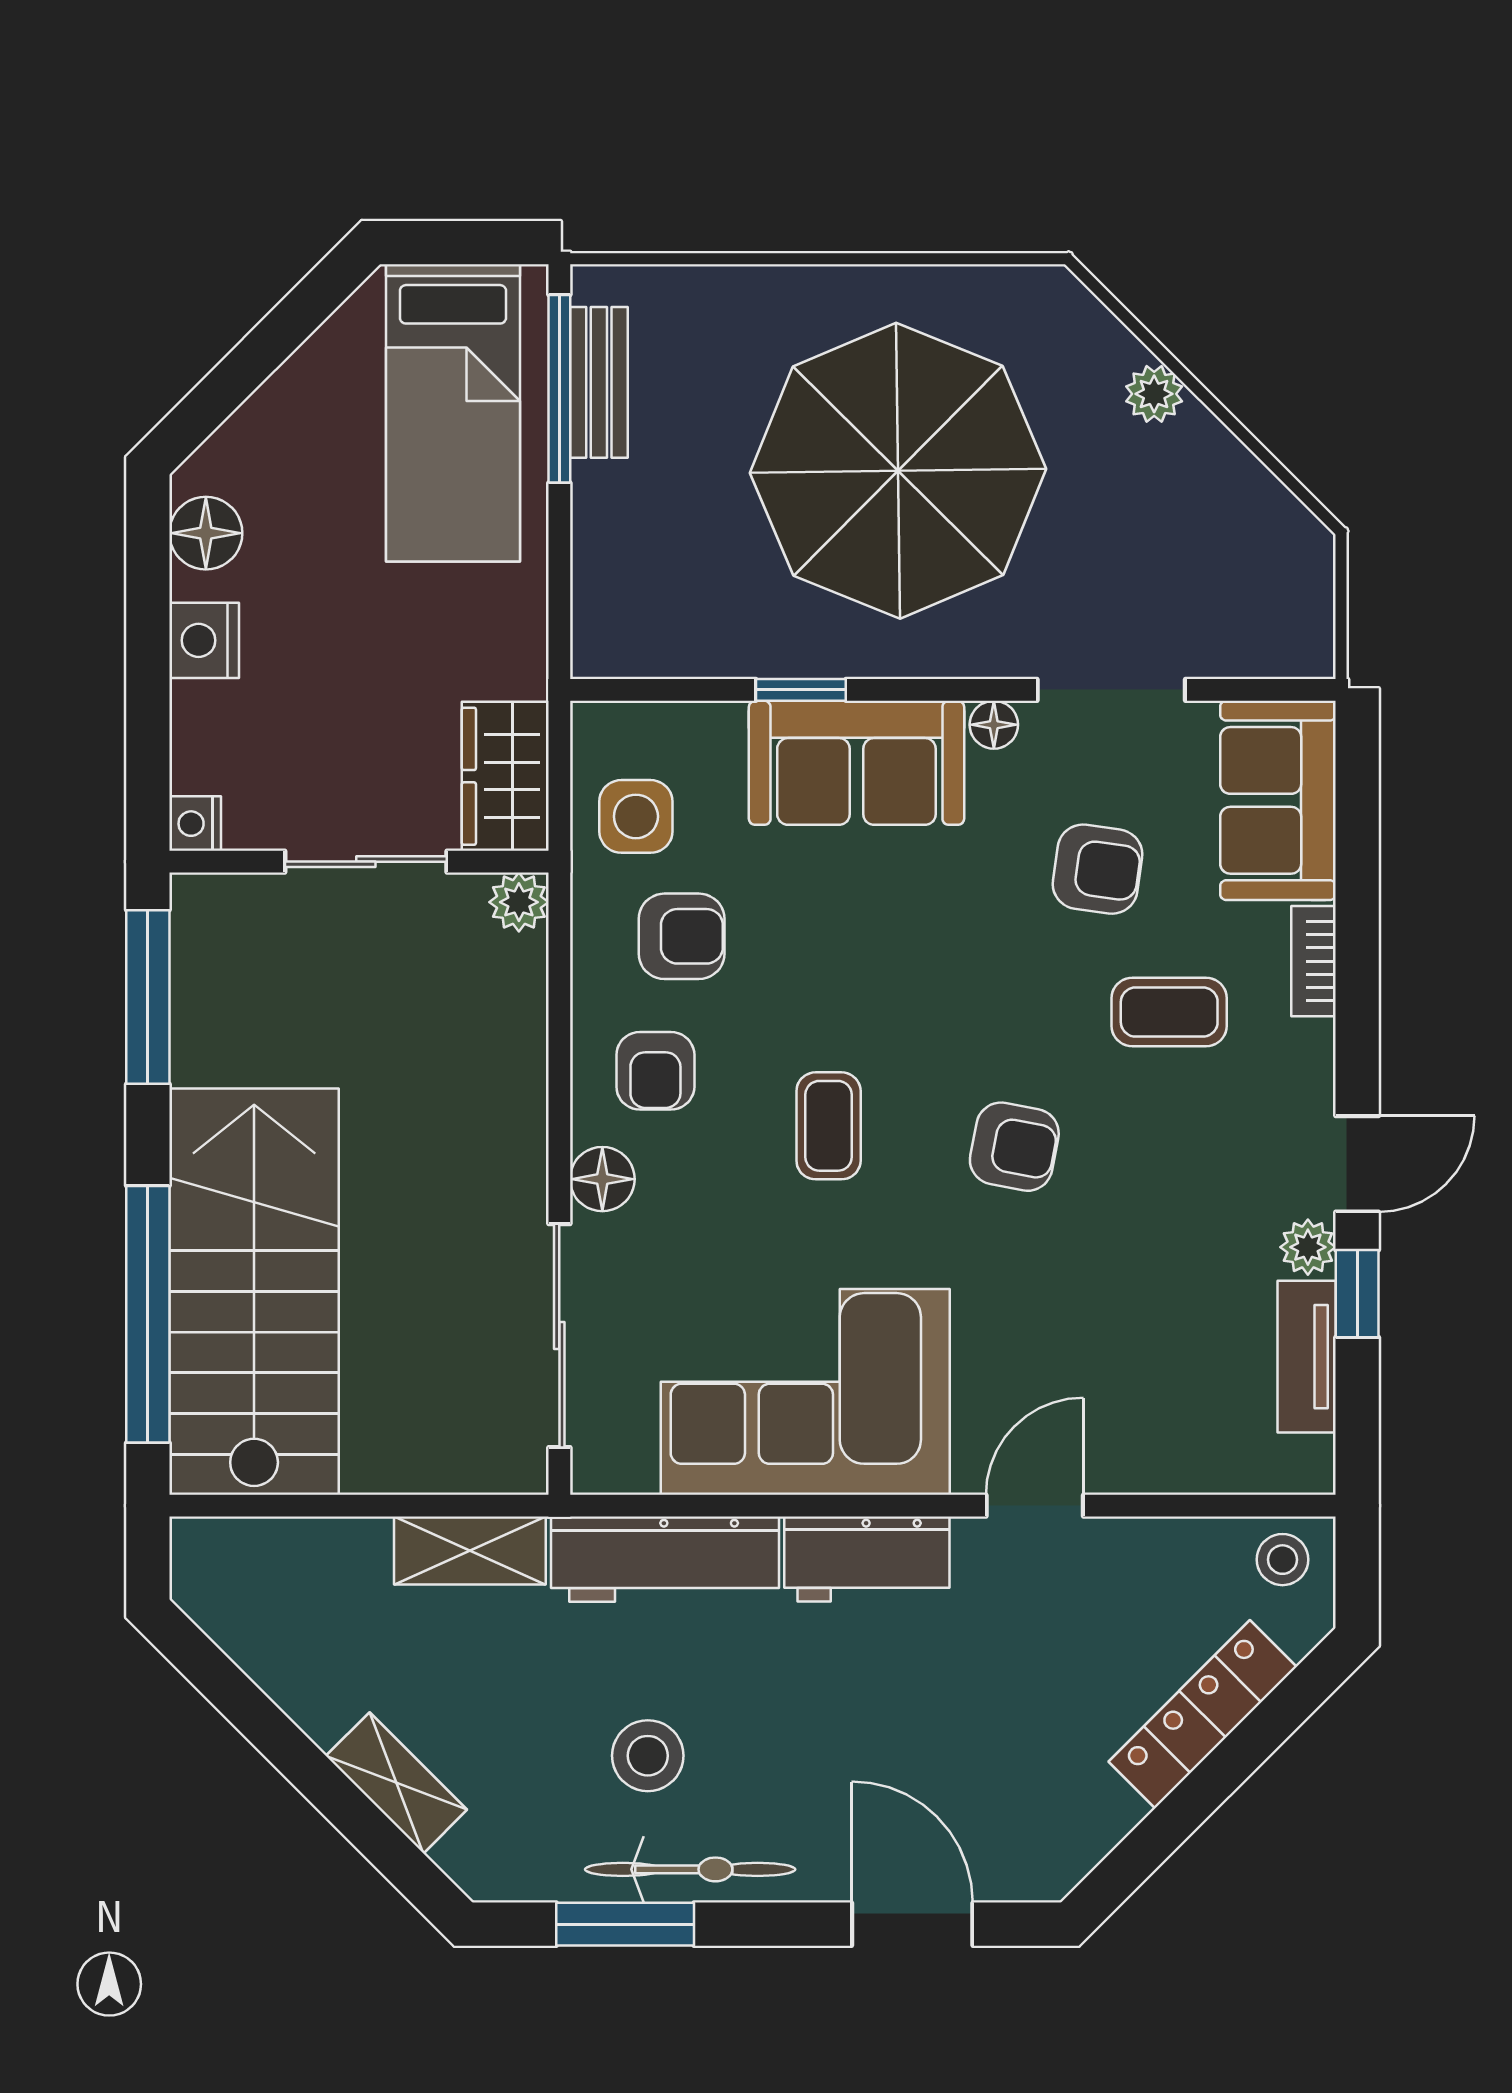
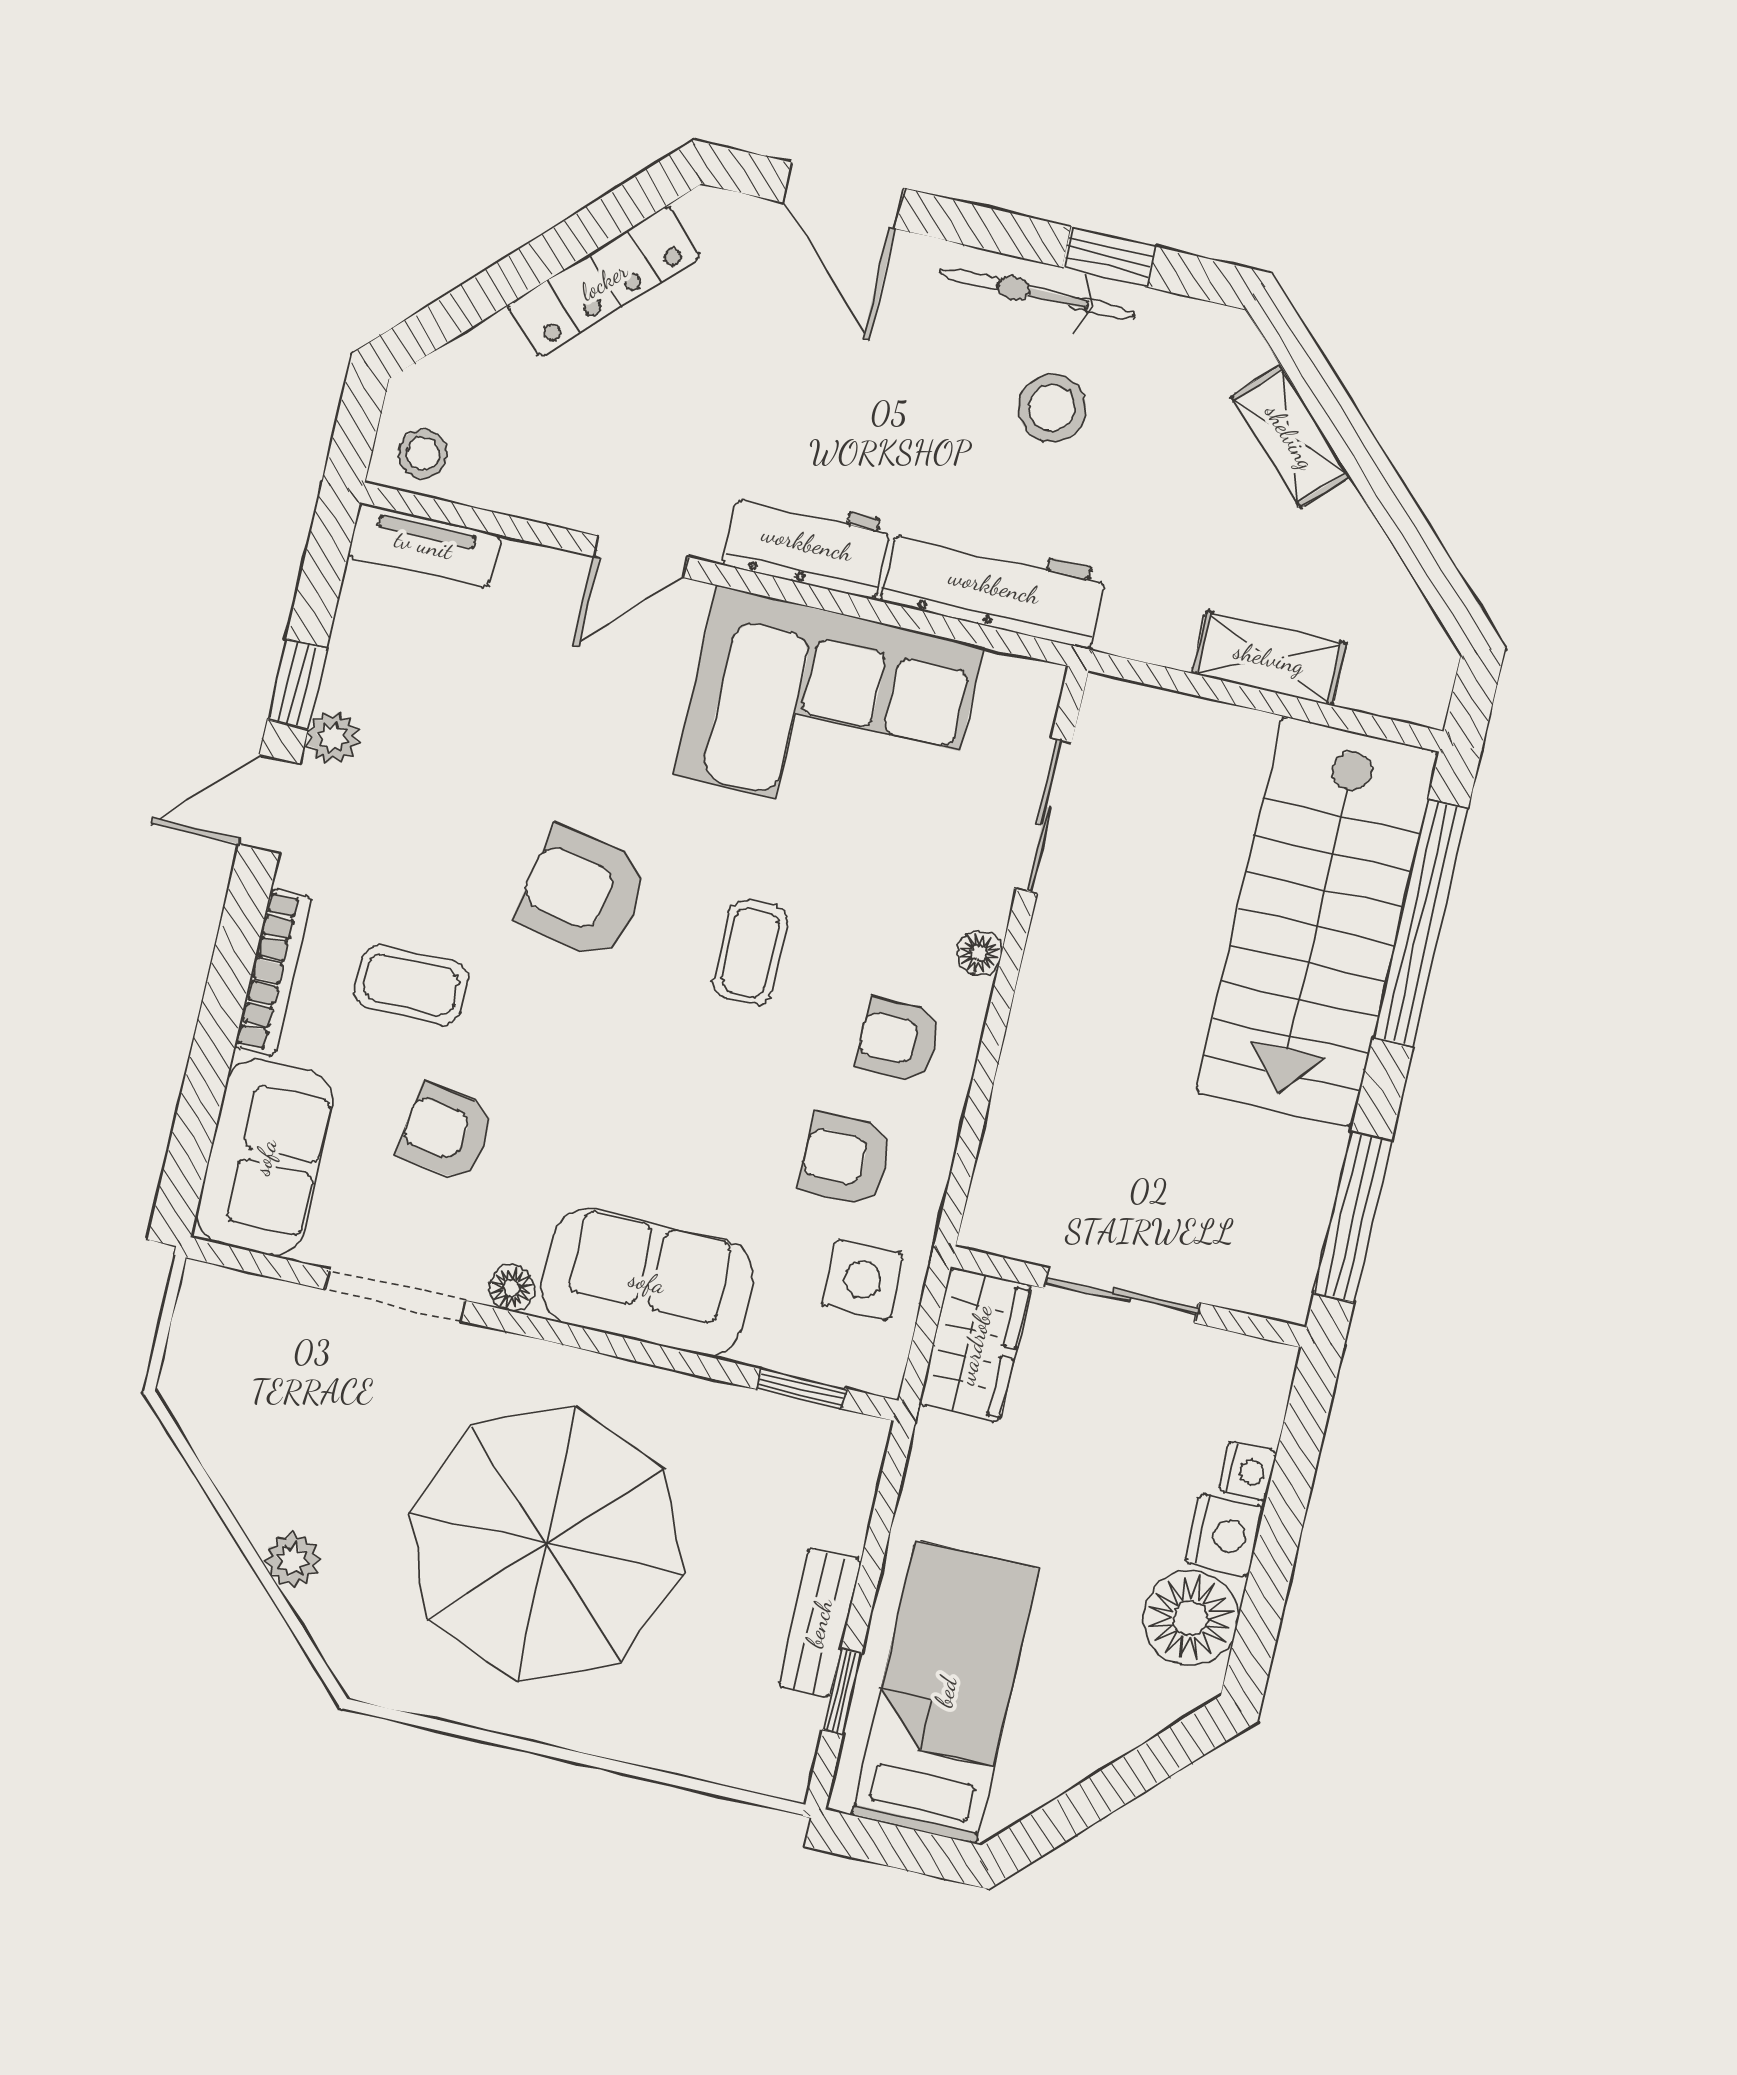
bench: (599, 382) -> (819, 1623), moved
window: (559, 389) -> (842, 1692), width x0.46
floor lamp: (206, 533) -> (1190, 1618), width x1.38, depth x1.38
window: (801, 690) -> (802, 1389), moved
nightstand: (195, 824) -> (1248, 1471), moved
plant: (519, 902) -> (989, 1225), removed
bookcase: (1314, 961) -> (273, 972), width x1.56
armchair: (655, 1071) -> (899, 1040), turned -90
armchair: (1014, 1147) -> (583, 893), width x1.38, depth x1.38
floor lamp: (602, 1179) -> (979, 953), width x0.73, depth x0.73
sliding door: (559, 1336) -> (1044, 816), width x0.73
tv unit: (1307, 1357) -> (424, 545), moved, turned 90
shelving: (470, 1550) -> (1269, 658), moved
locker: (1203, 1714) -> (604, 281), moved
window: (625, 1924) -> (1109, 257), width x0.67

